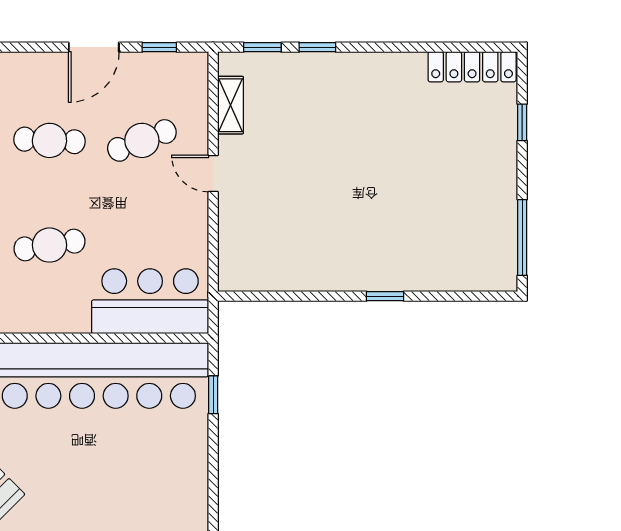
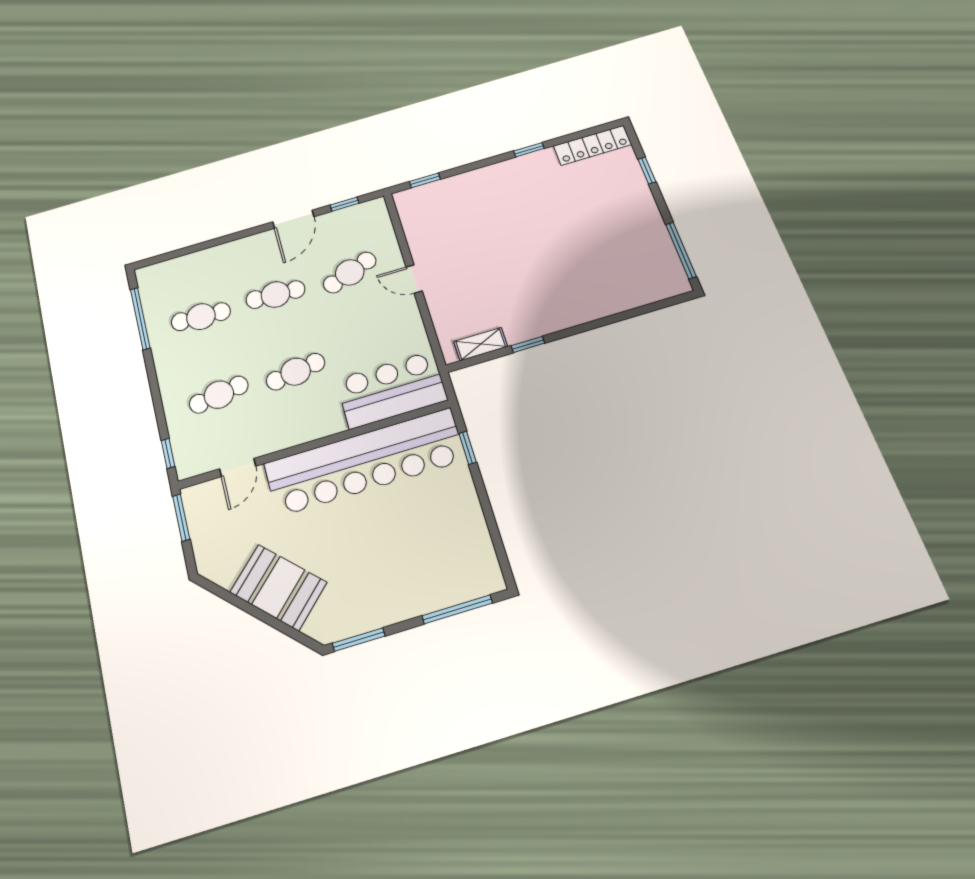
window: (317, 47) -> (529, 150), moved
shelving: (230, 105) -> (481, 344), moved, turned 90
window: (385, 296) -> (528, 344), moved

